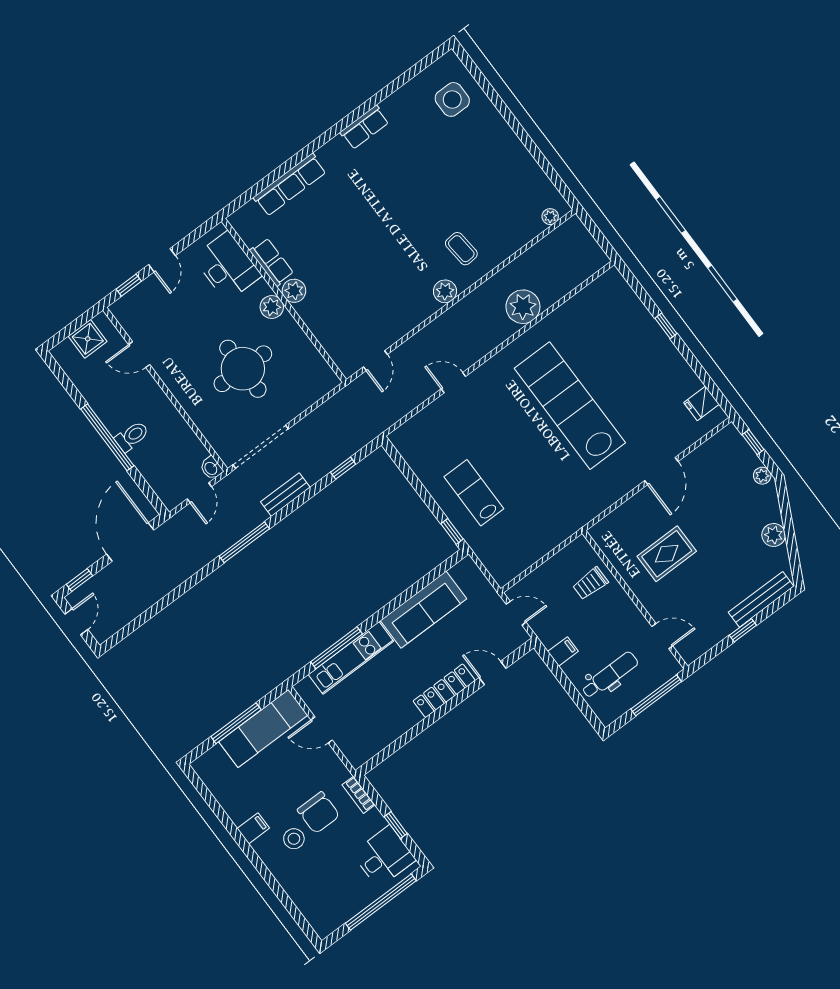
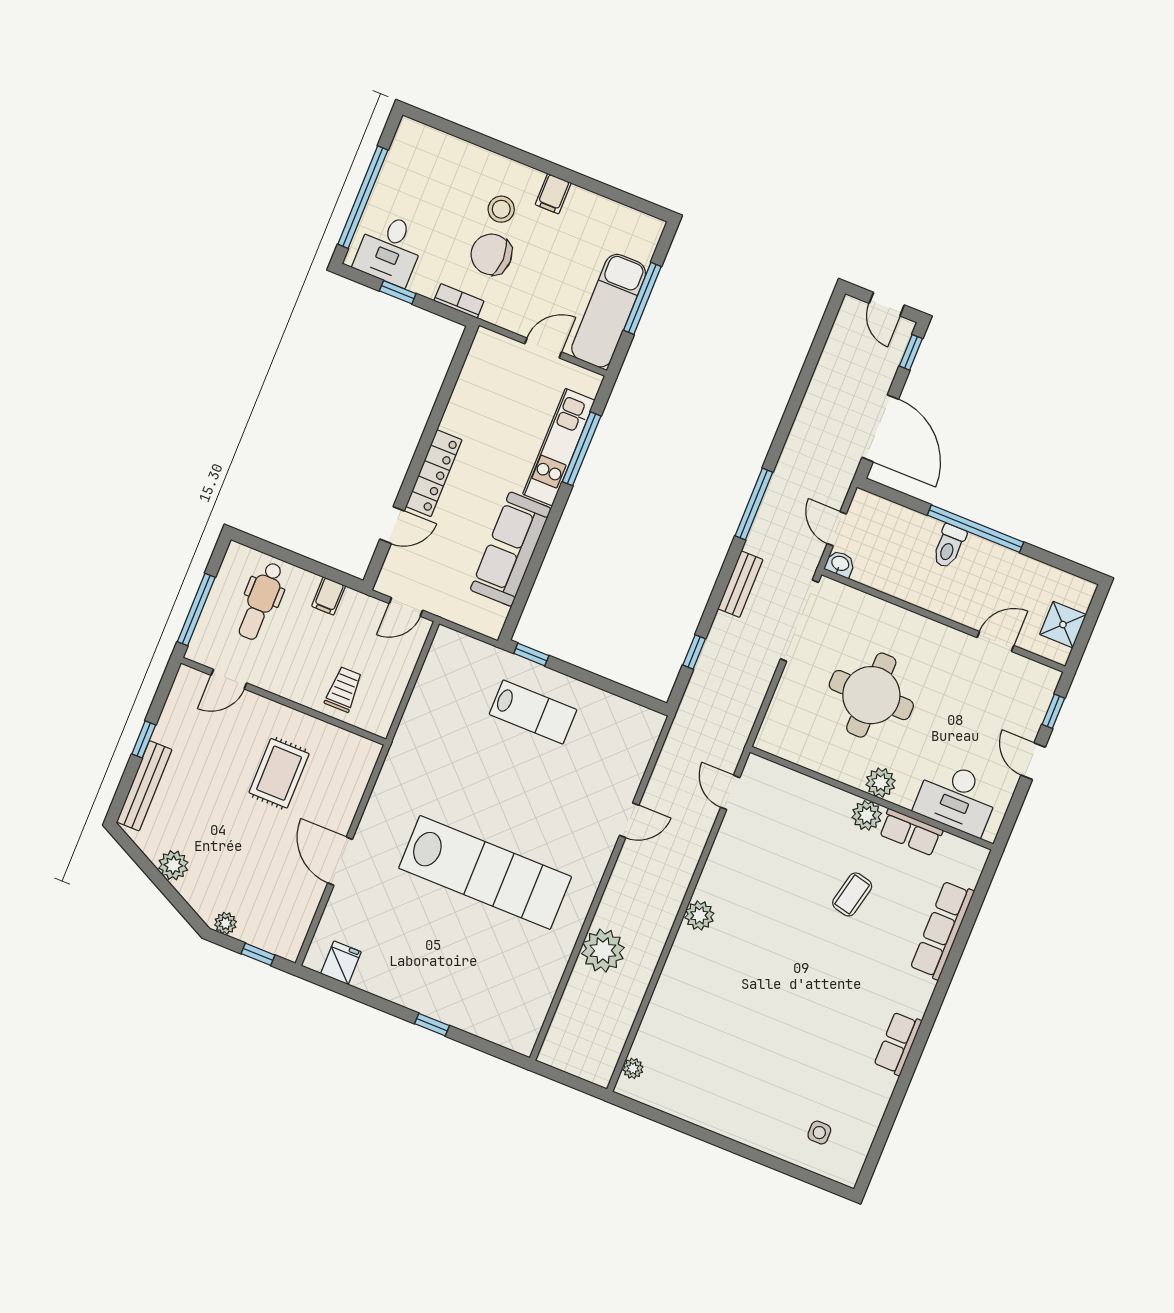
side table: (452, 99) -> (819, 1133), width x0.54, depth x0.54
coffee table: (461, 249) -> (852, 894), moved, turned -72

